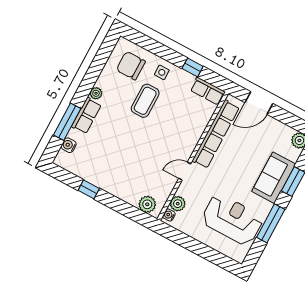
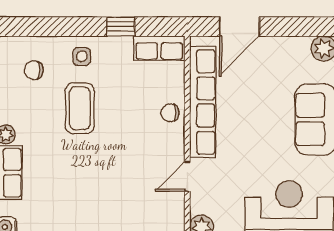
chair: (131, 66) -> (34, 70), width x0.54, depth x0.54
chair: (194, 130) -> (170, 113), added

